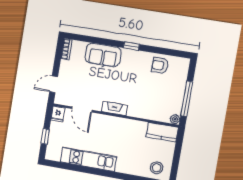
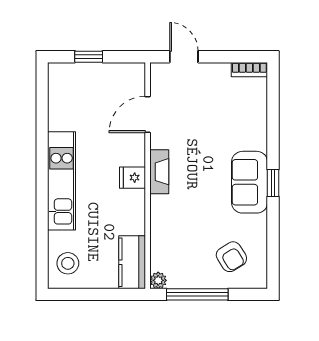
sofa: (103, 55) -> (250, 182), moved
armchair: (160, 65) -> (231, 257), moved, turned 148
fridge: (58, 114) -> (132, 178), moved
kitchen unit: (88, 159) -> (62, 181), moved

